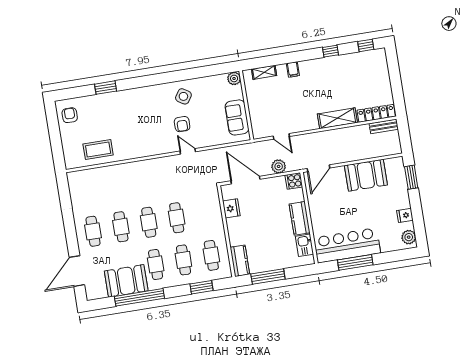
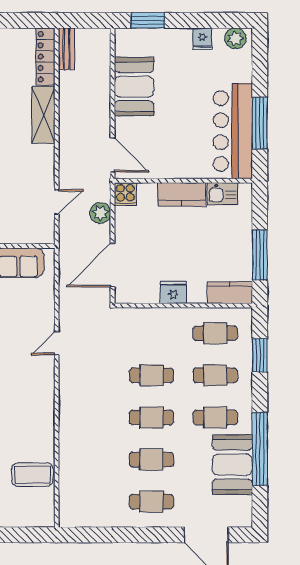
armchair: (182, 124) -> (15, 345), removed
coffee table: (98, 150) -> (32, 475), turned 90
fridge: (231, 208) -> (173, 292), moved

